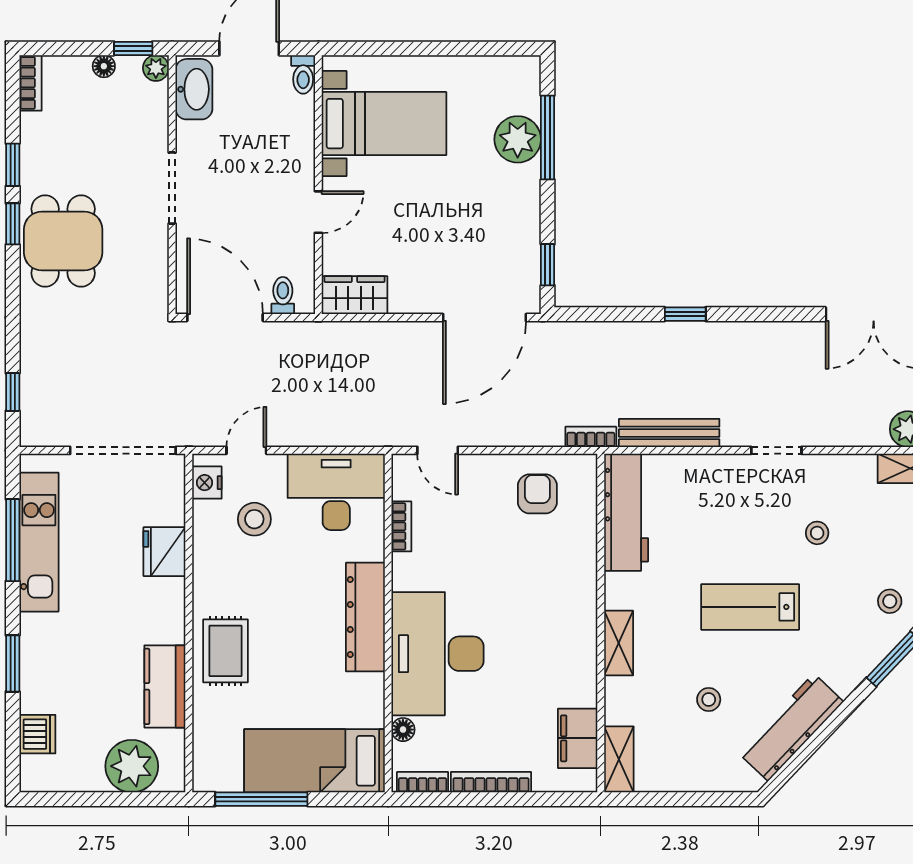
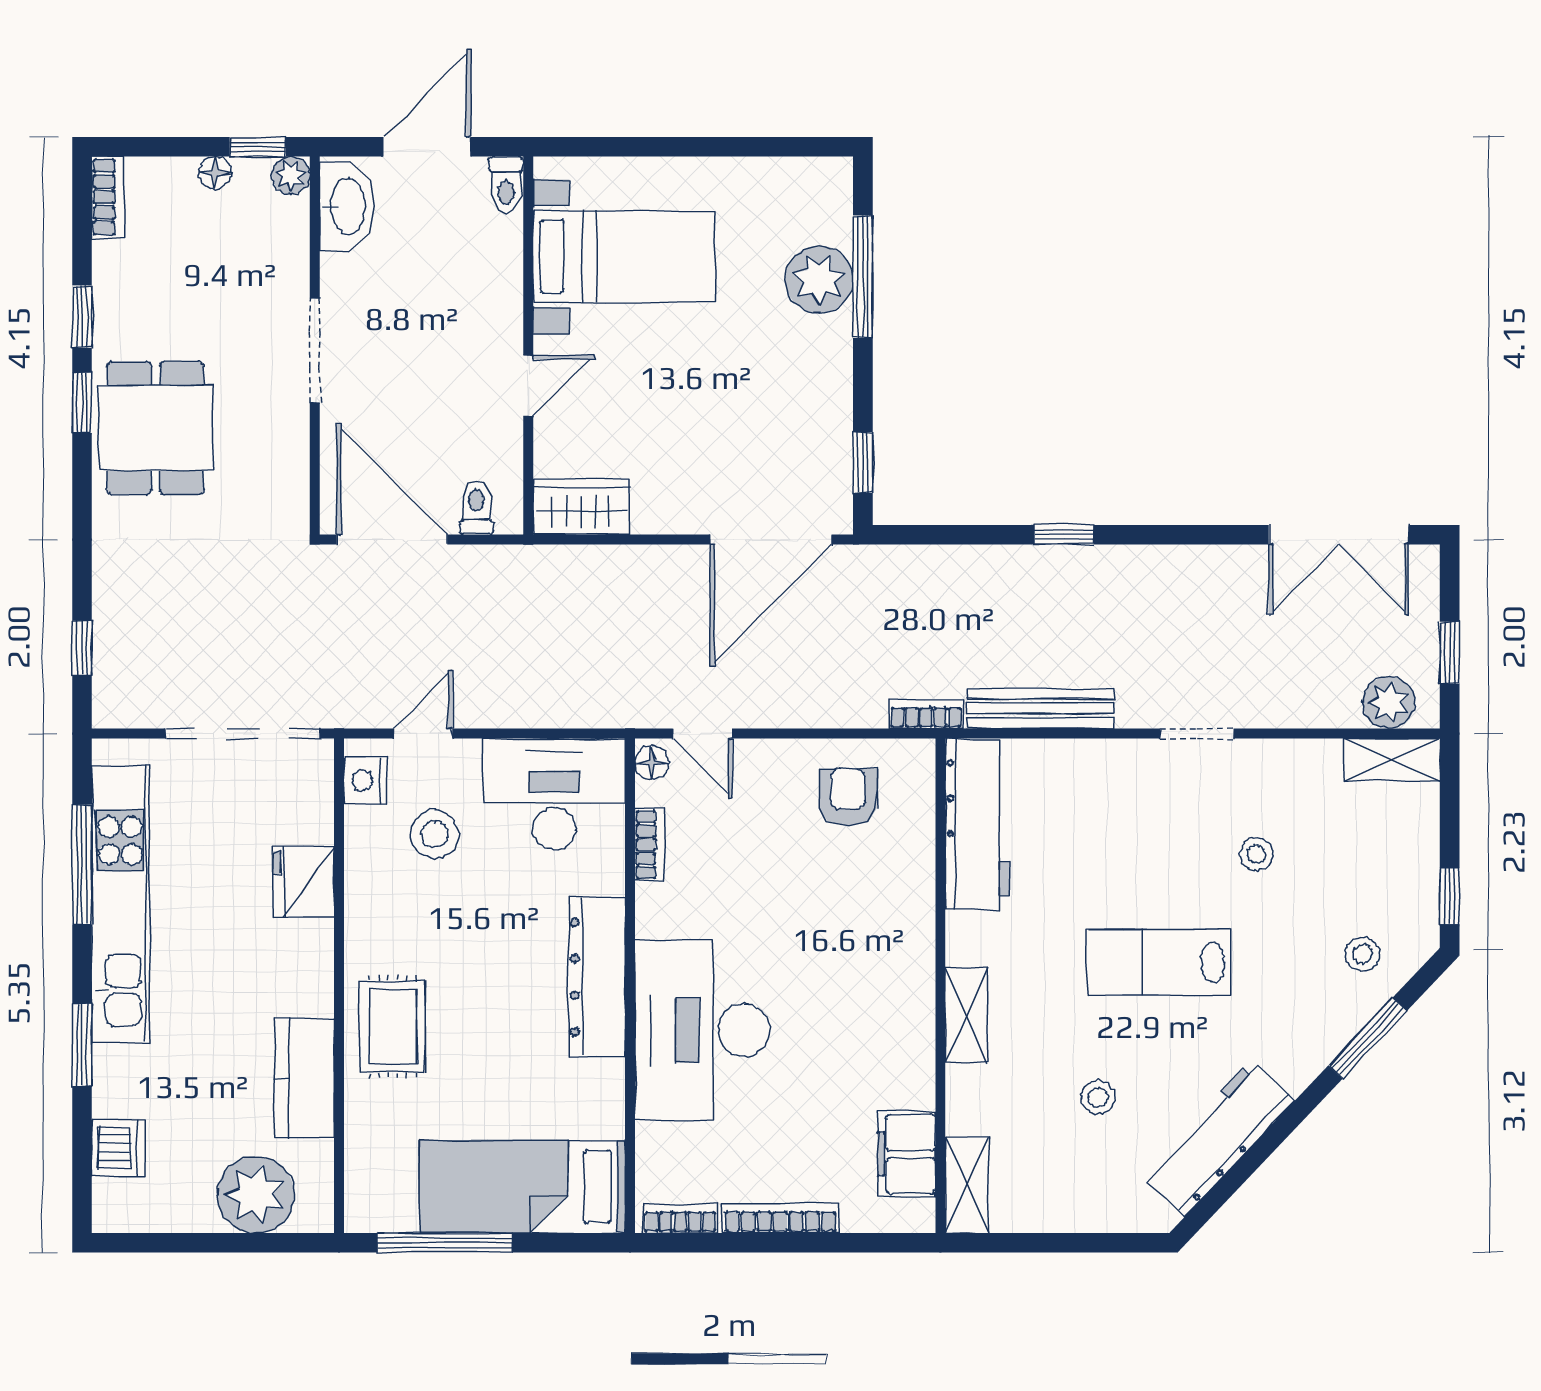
kitchen unit: (39, 542) -> (120, 904), width x1.36
floor lamp: (403, 730) -> (652, 763), moved

